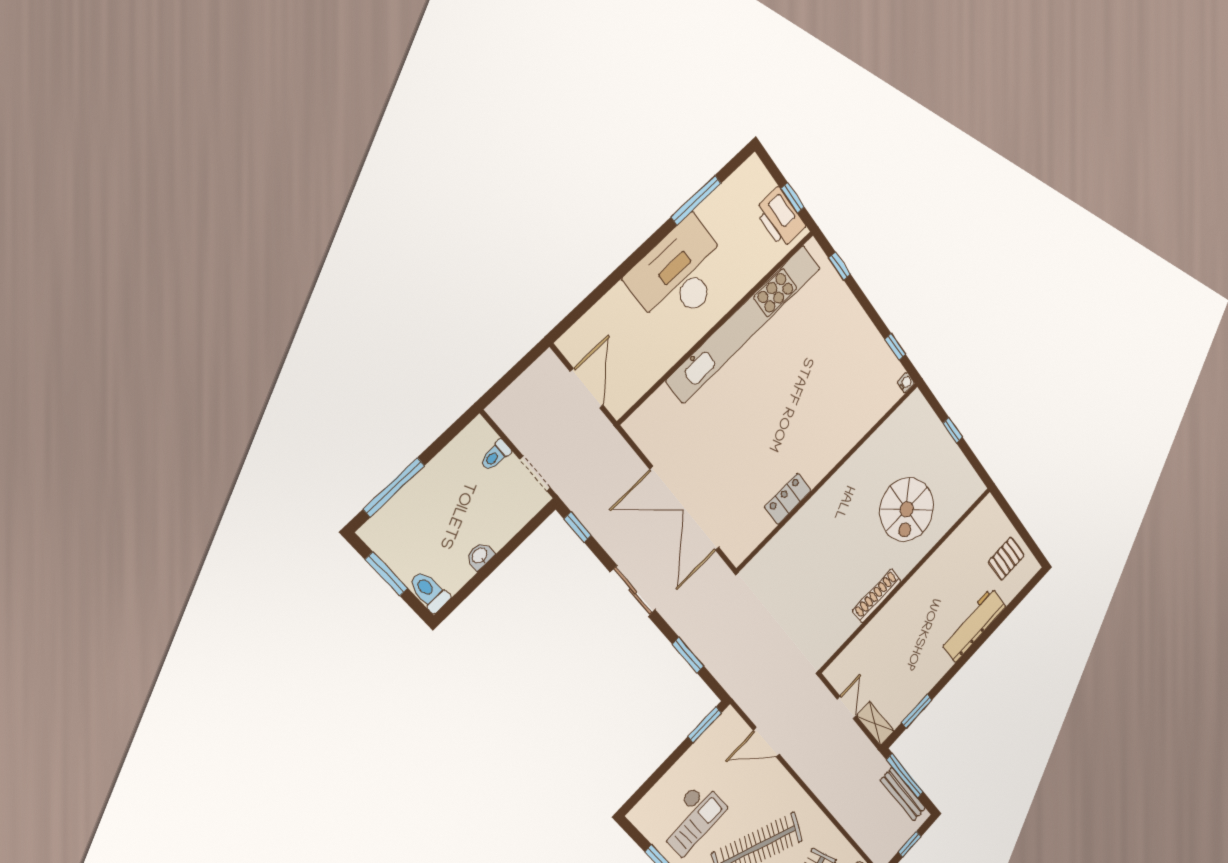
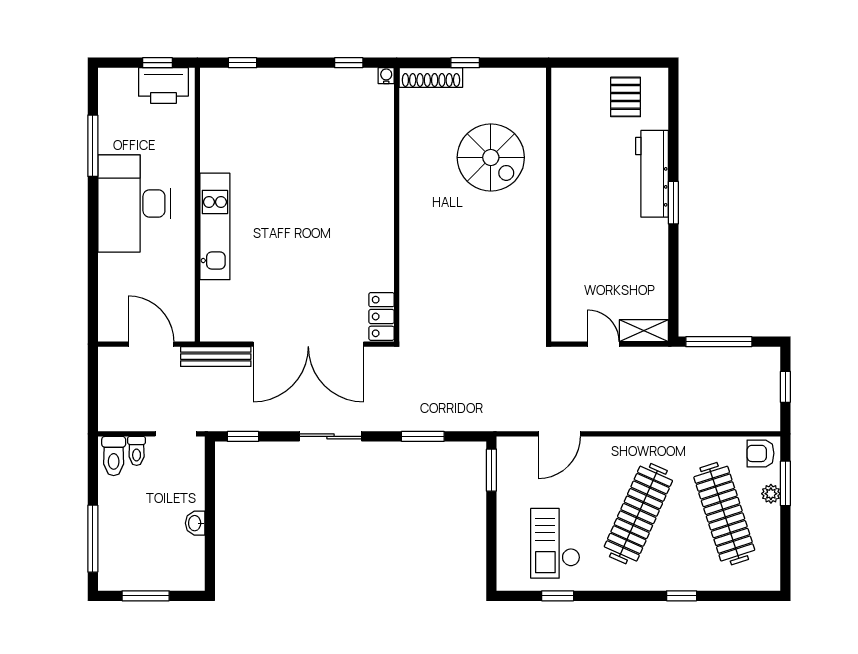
kitchen unit: (744, 324) -> (215, 226), width x0.54
locker: (788, 499) -> (382, 316), moved
toilet: (429, 591) -> (114, 456), moved, turned -90
shoe rack: (877, 596) -> (431, 77), moved, turned -90
window: (917, 711) -> (673, 203), moved
bench: (903, 794) -> (216, 357), moved
checkout: (692, 818) -> (555, 543), turned 180

